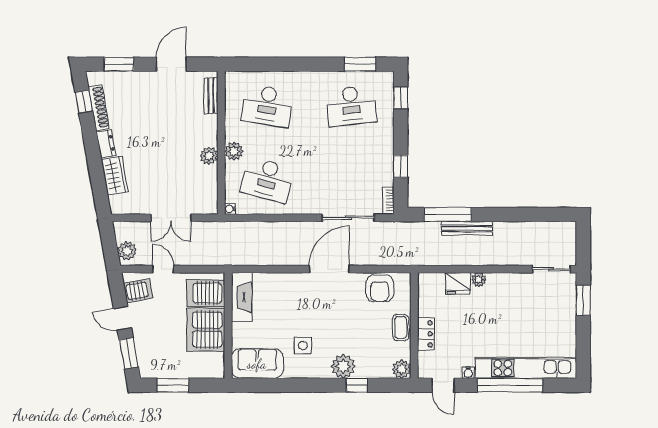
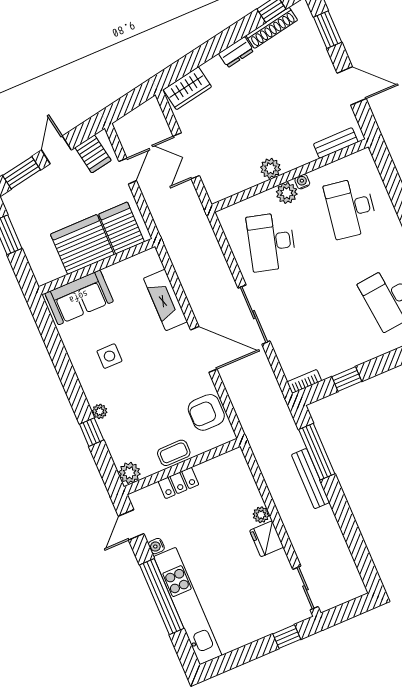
wardrobe: (115, 176) -> (187, 88), moved
water cooler: (230, 209) -> (302, 182), moved
sliding door: (348, 218) -> (254, 315), moved
plant: (127, 251) -> (131, 124), removed
fridge: (458, 283) -> (267, 539), moved
fireplace: (242, 297) -> (165, 300), moved, turned 90
window: (583, 300) -> (287, 637), width x0.67
sofa: (257, 364) -> (79, 297), moved, turned 90
plant: (343, 366) -> (100, 411), width x0.53, depth x0.53

